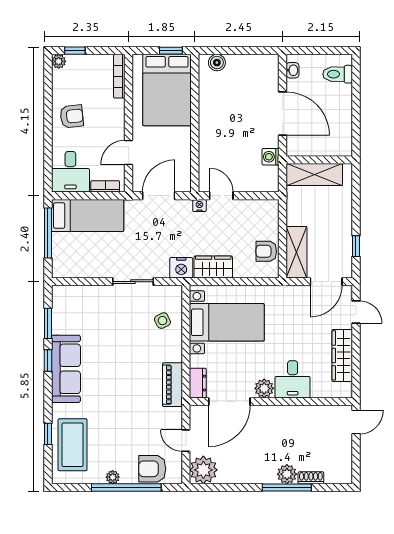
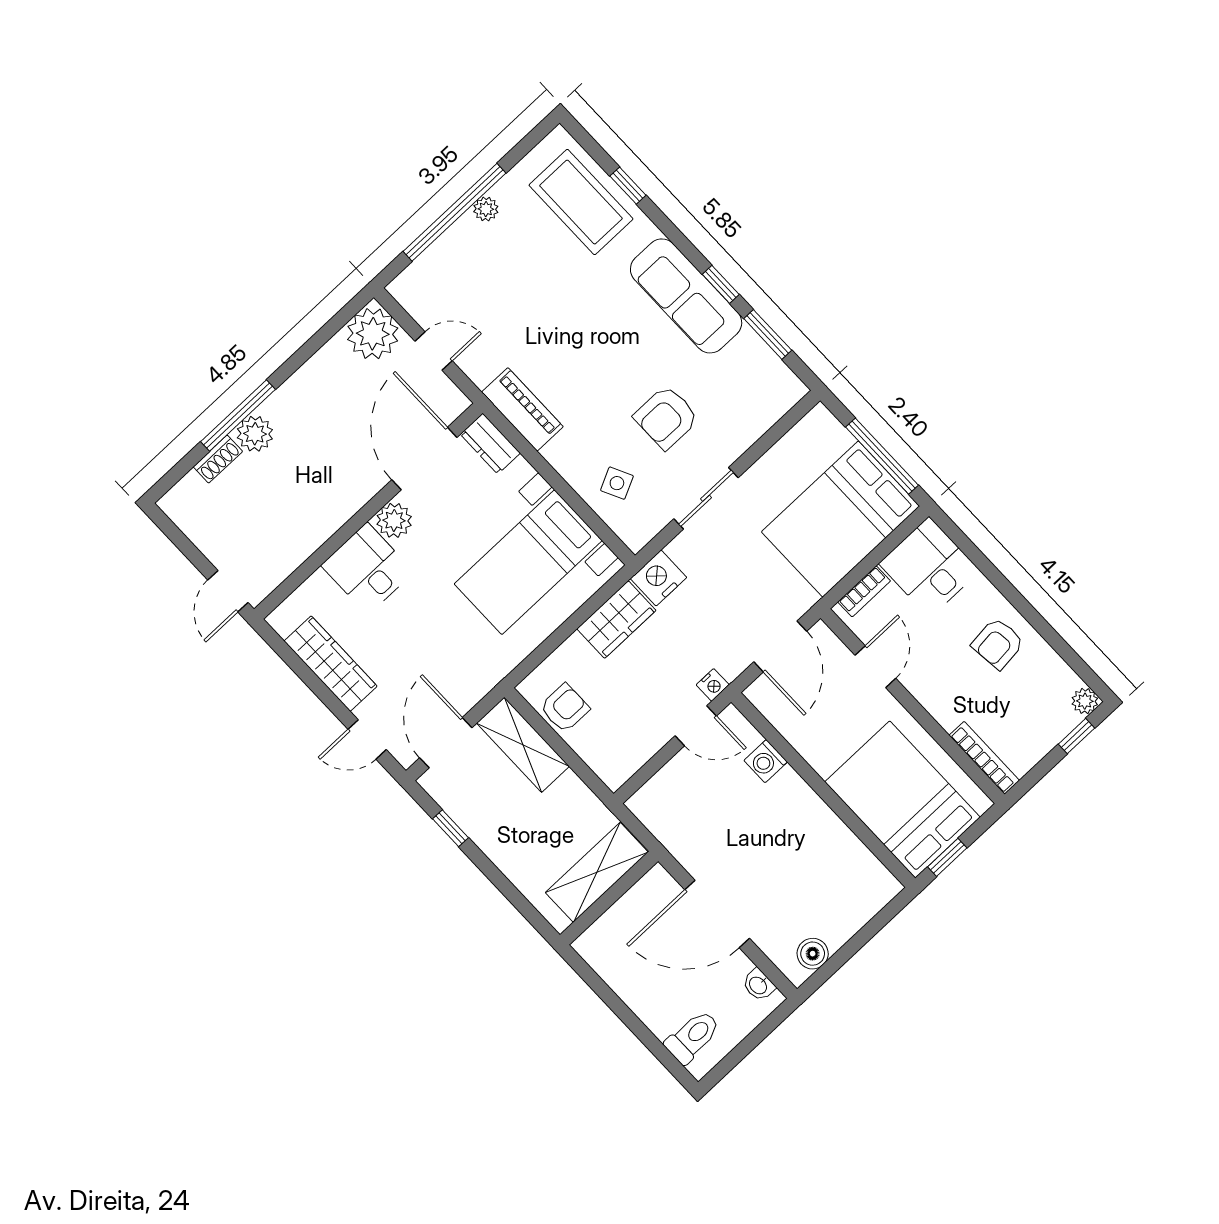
boiler: (217, 63) -> (813, 954), moved
washing machine: (271, 157) -> (766, 761), moved, turned 180
bed: (88, 215) -> (841, 519), width x1.50
armchair: (152, 469) -> (666, 417), moved, turned 180

